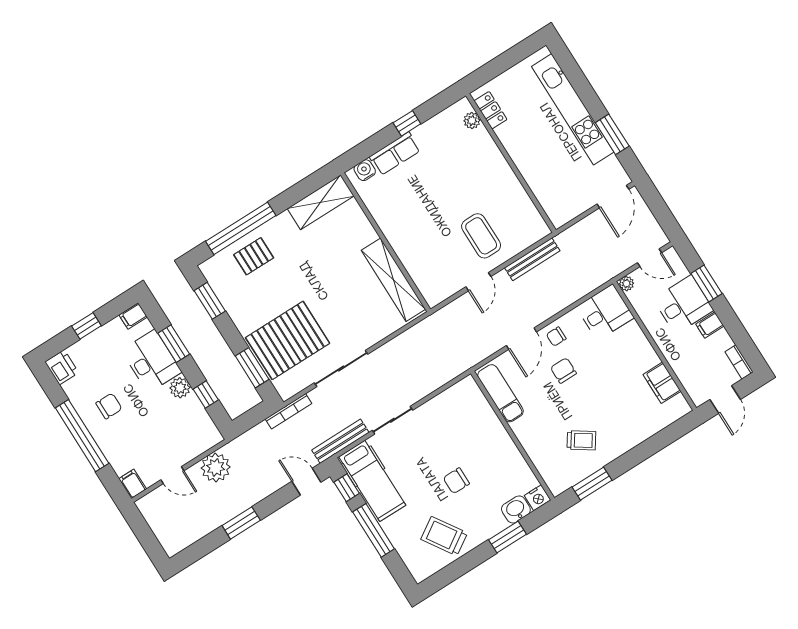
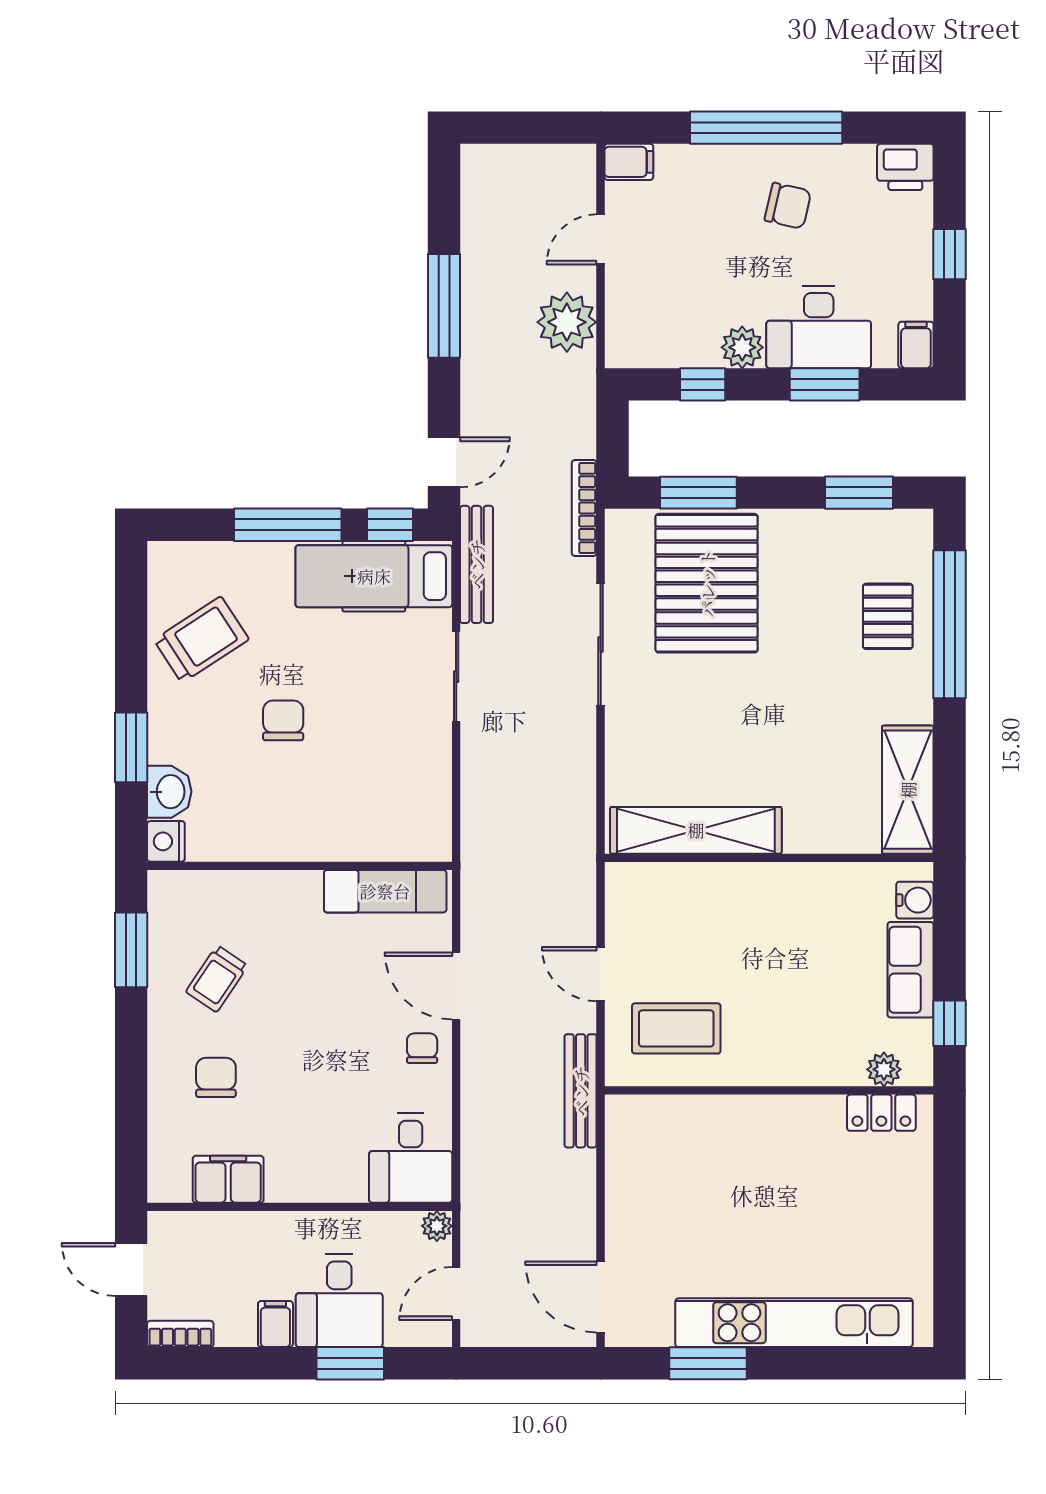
locker: (491, 110) -> (881, 1113), moved
plant: (472, 121) -> (884, 1069), moved
wall: (511, 163) -> (769, 1090), moved
chair: (563, 370) -> (216, 1077), moved, turned -90
chair: (109, 406) -> (788, 206), turned -77
window: (241, 523) -> (444, 306), width x1.44

